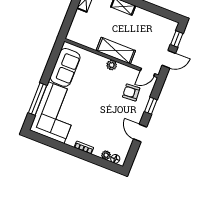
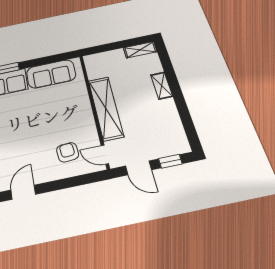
shelving: (116, 51) -> (106, 108), width x1.47
plant: (112, 65) -> (86, 114), removed
window: (151, 106) -> (66, 183), removed

